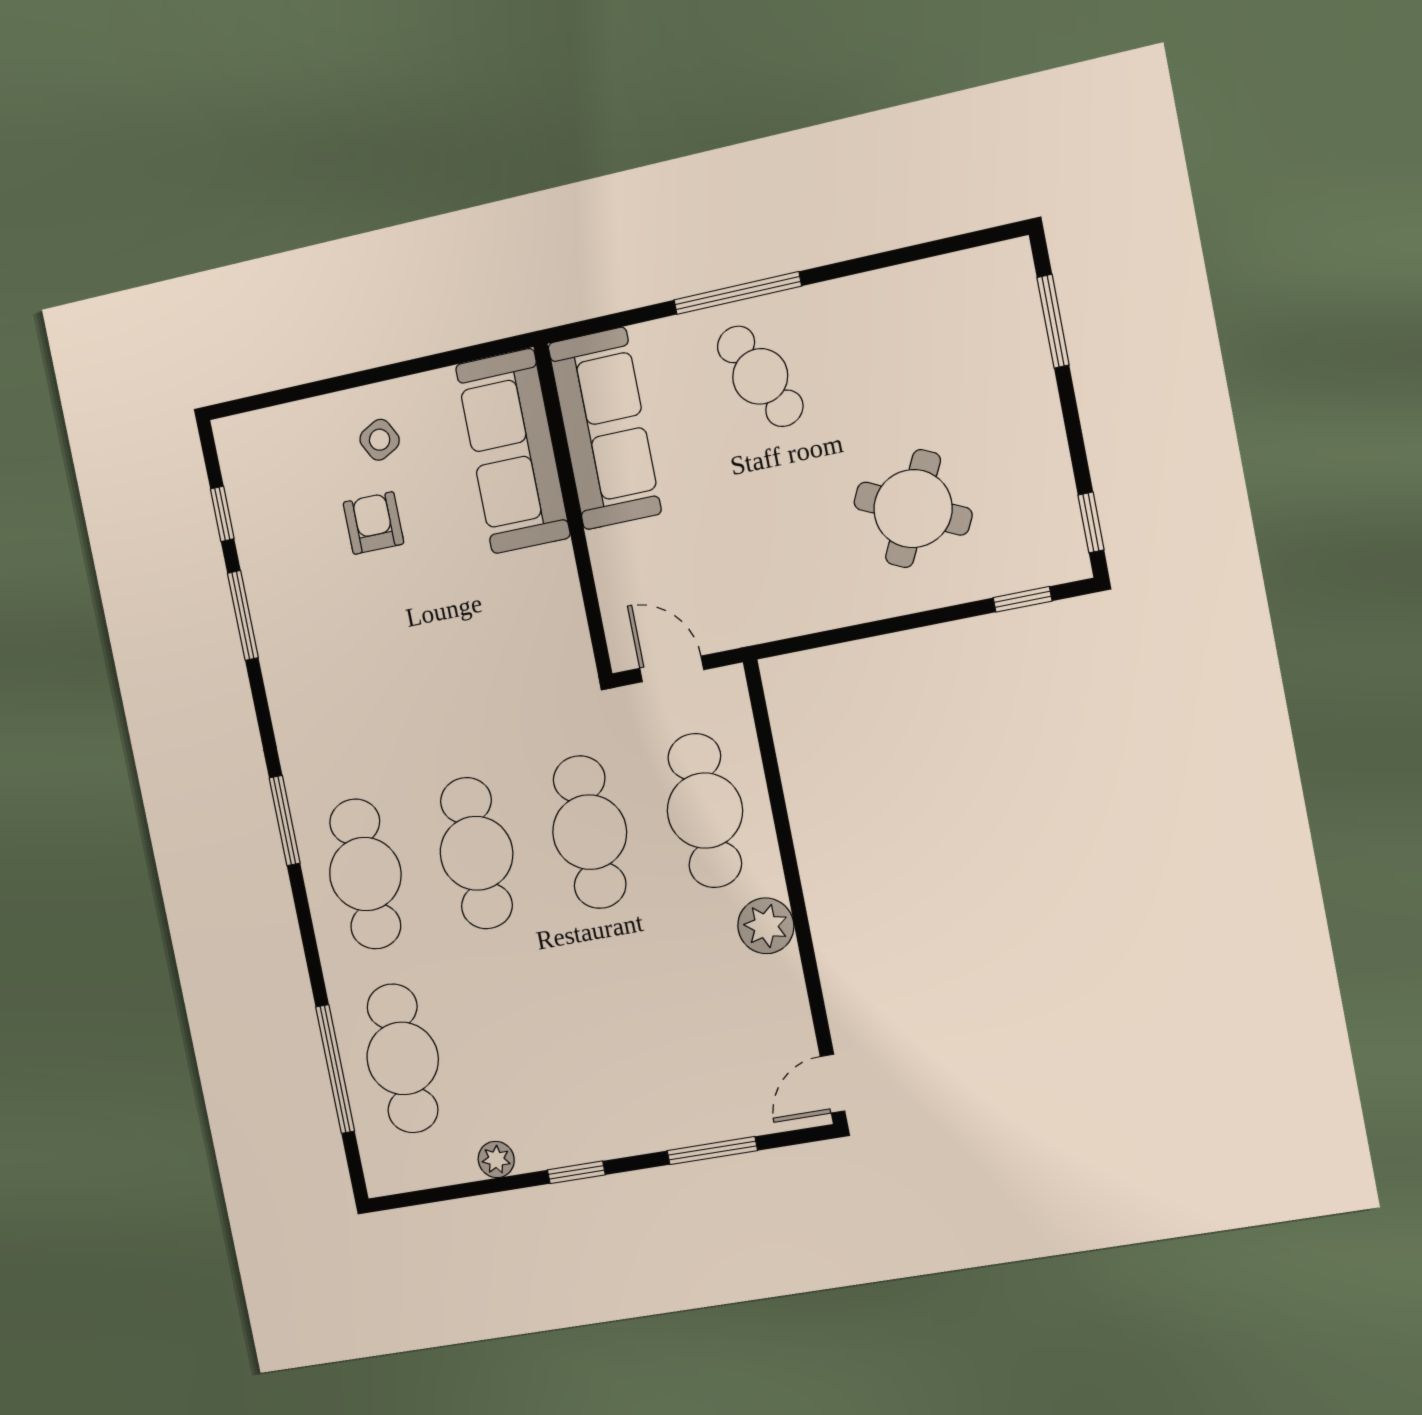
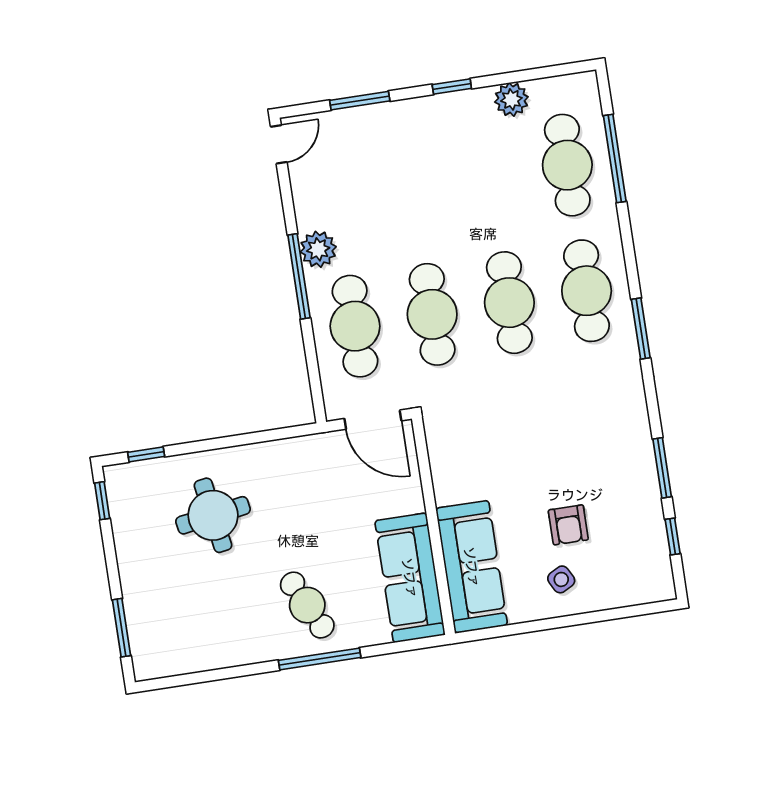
round table: (913, 509) -> (213, 515), turned -35
door: (672, 669) -> (373, 420), width x1.38
window: (794, 884) -> (299, 276), added
plant: (496, 1160) -> (511, 99), width x1.38, depth x1.38

